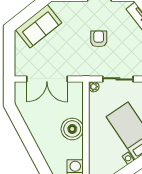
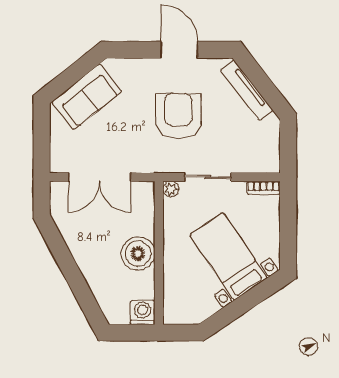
armchair: (99, 39) -> (178, 116), width x1.88, depth x1.88

